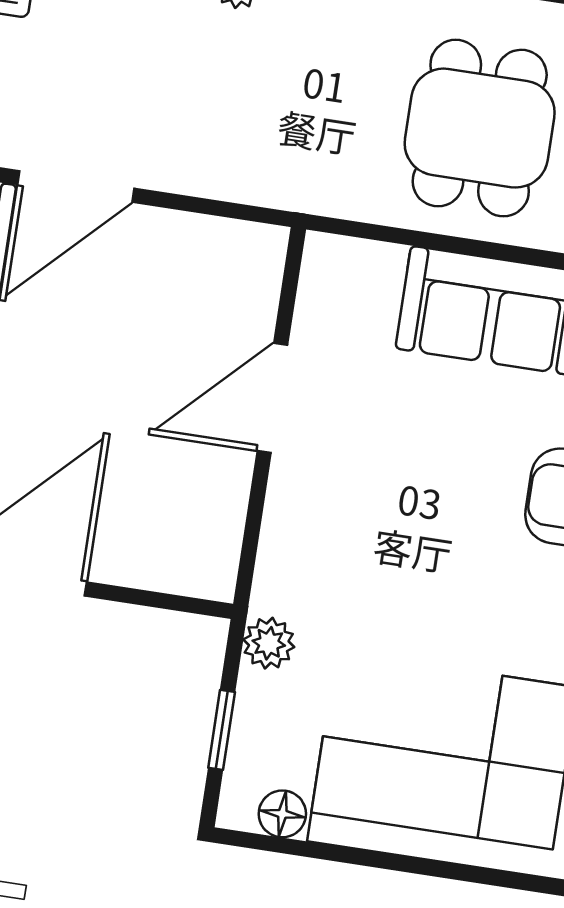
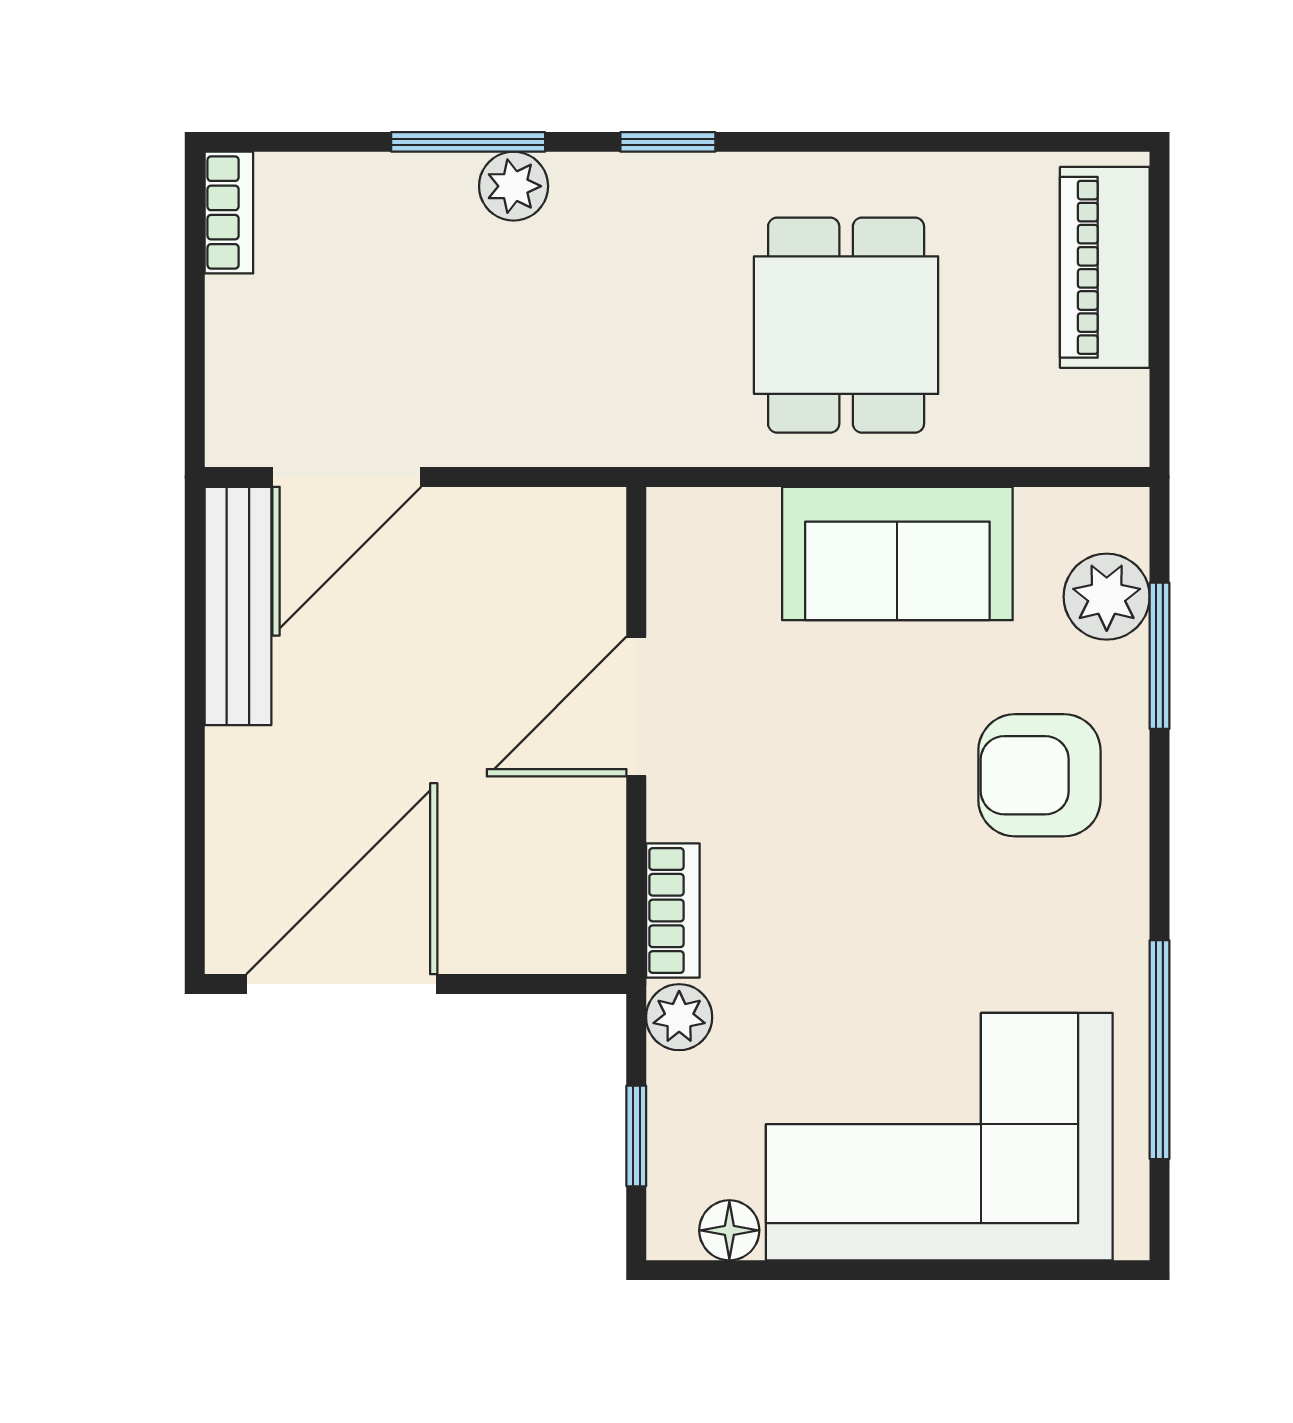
bookcase: (277, 560) -> (673, 911), added

